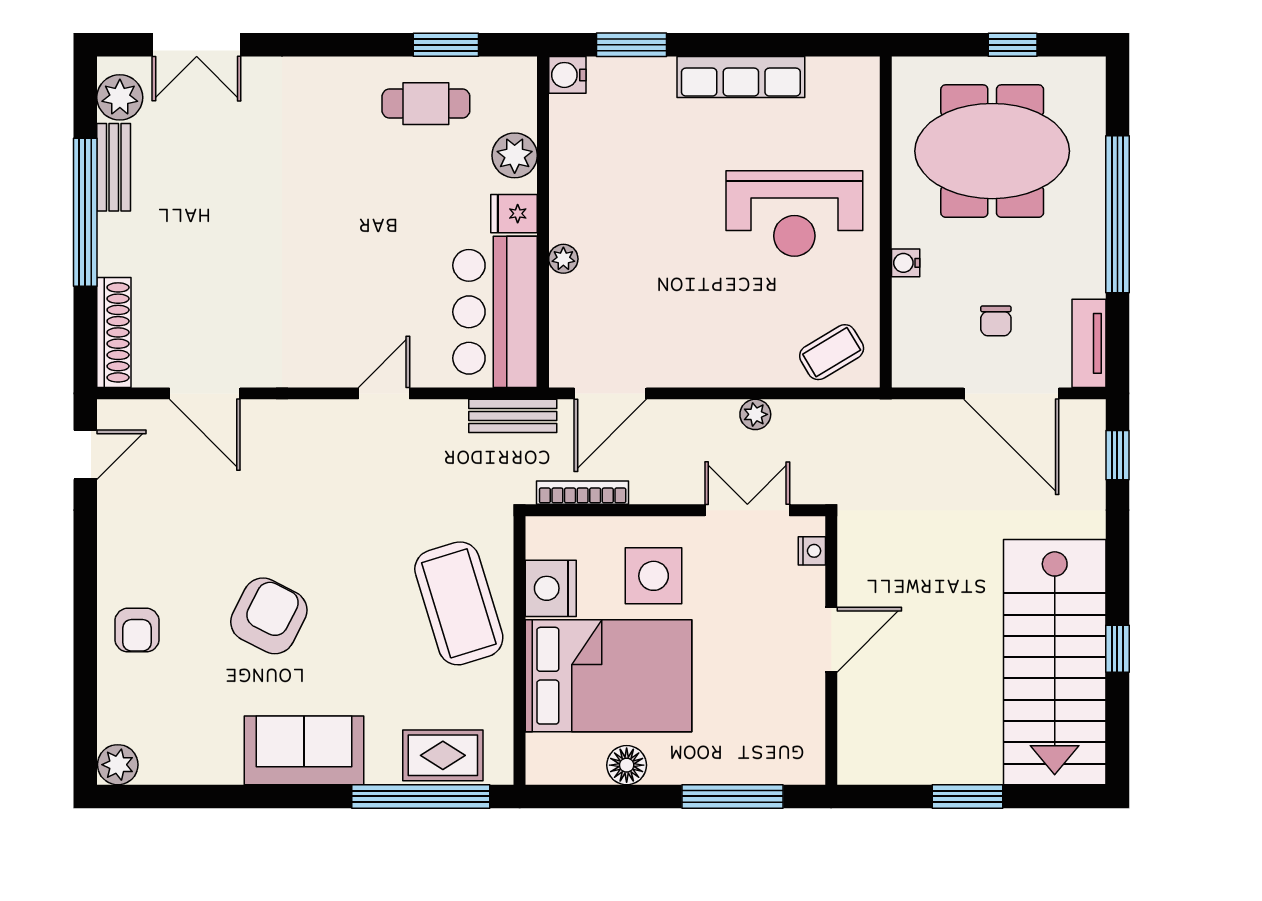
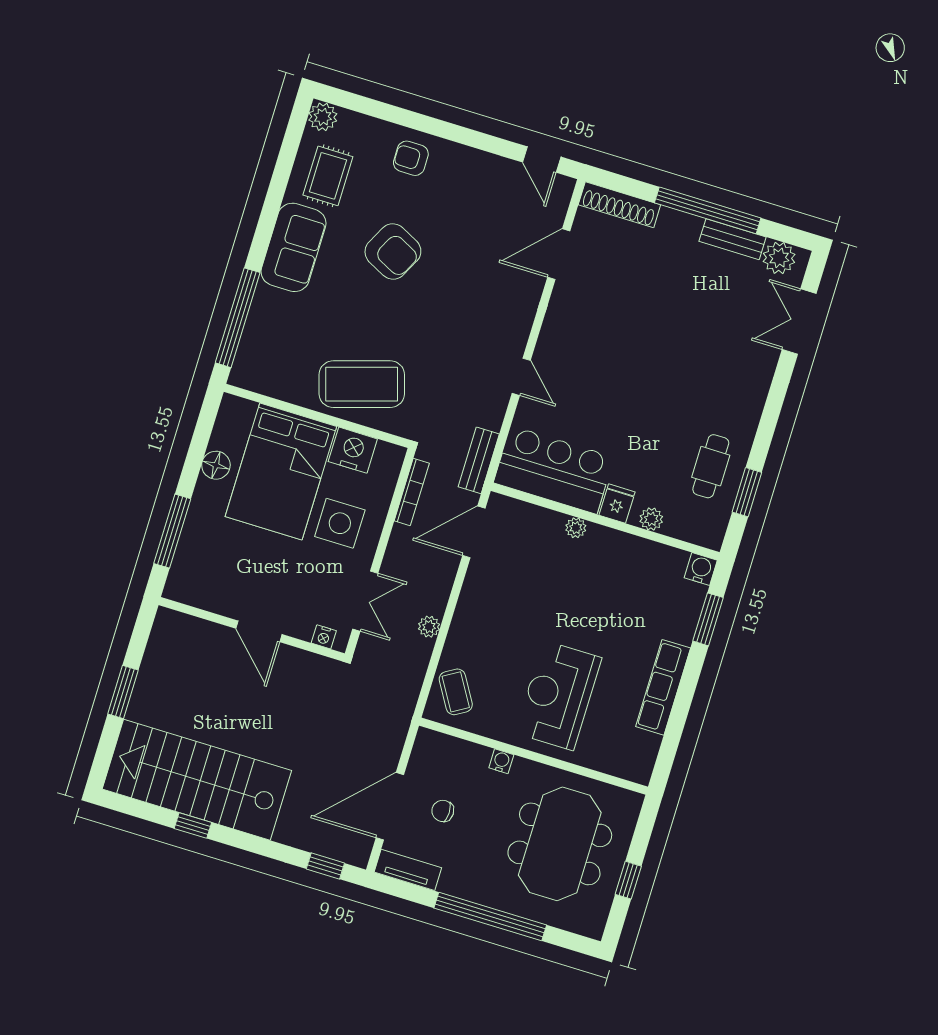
plant: (515, 155) -> (651, 519), width x0.73, depth x0.73
door: (610, 393) -> (474, 532), hinge flipped
rug: (443, 755) -> (328, 176), moved

